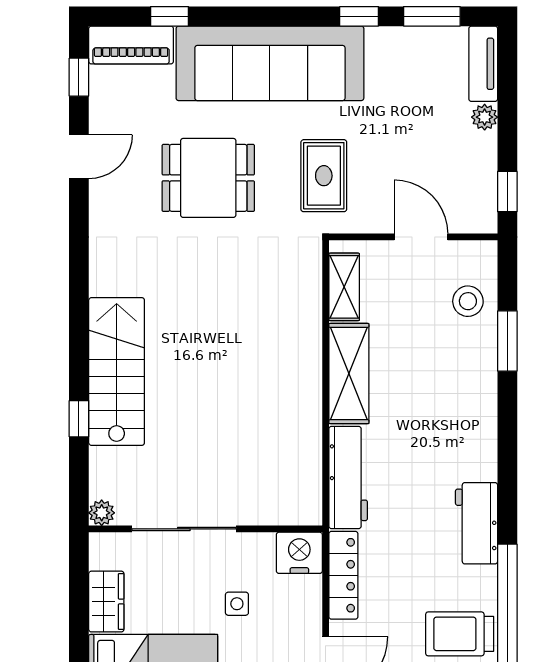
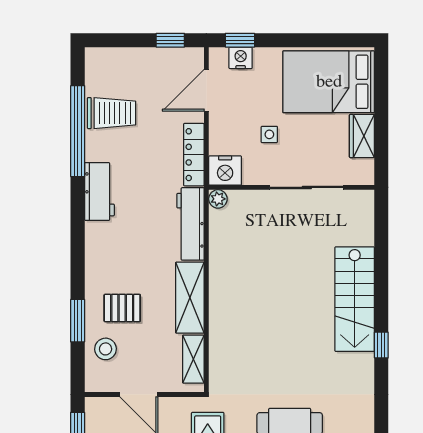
pallet: (444, 359) -> (122, 308), added
window: (79, 419) -> (381, 345), moved
plant: (102, 513) -> (218, 199), moved

